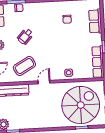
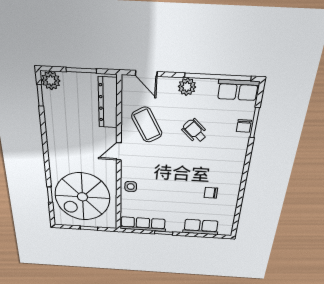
door: (44, 82) -> (119, 151), swing flipped
spiral stairs: (81, 105) -> (82, 197), turned 90

